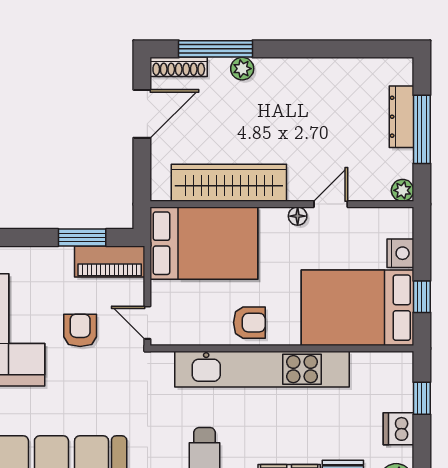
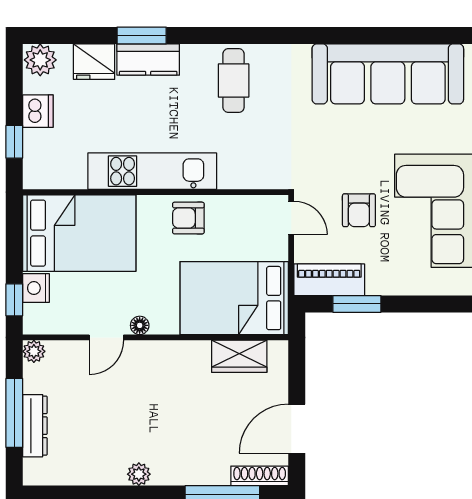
plant: (242, 69) -> (139, 474), moved
wardrobe: (229, 183) -> (239, 356), width x0.48, depth x0.85
window: (422, 297) -> (14, 300), moved
kitchen unit: (262, 369) -> (152, 171), width x0.73

